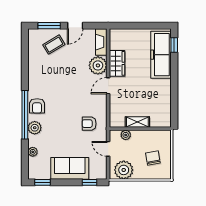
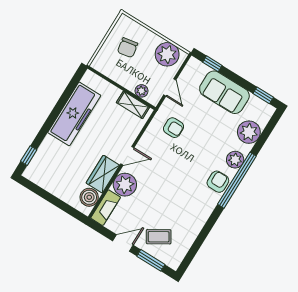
boiler: (117, 42) -> (89, 197), added
freezer: (161, 55) -> (74, 114), moved
shelving: (137, 122) -> (133, 105), moved
plant: (33, 152) -> (249, 132), width x1.88, depth x1.88

